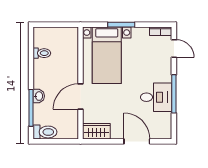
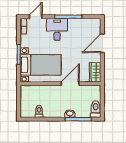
door: (81, 96) -> (70, 84), swing flipped
desk: (156, 97) -> (57, 29), moved

